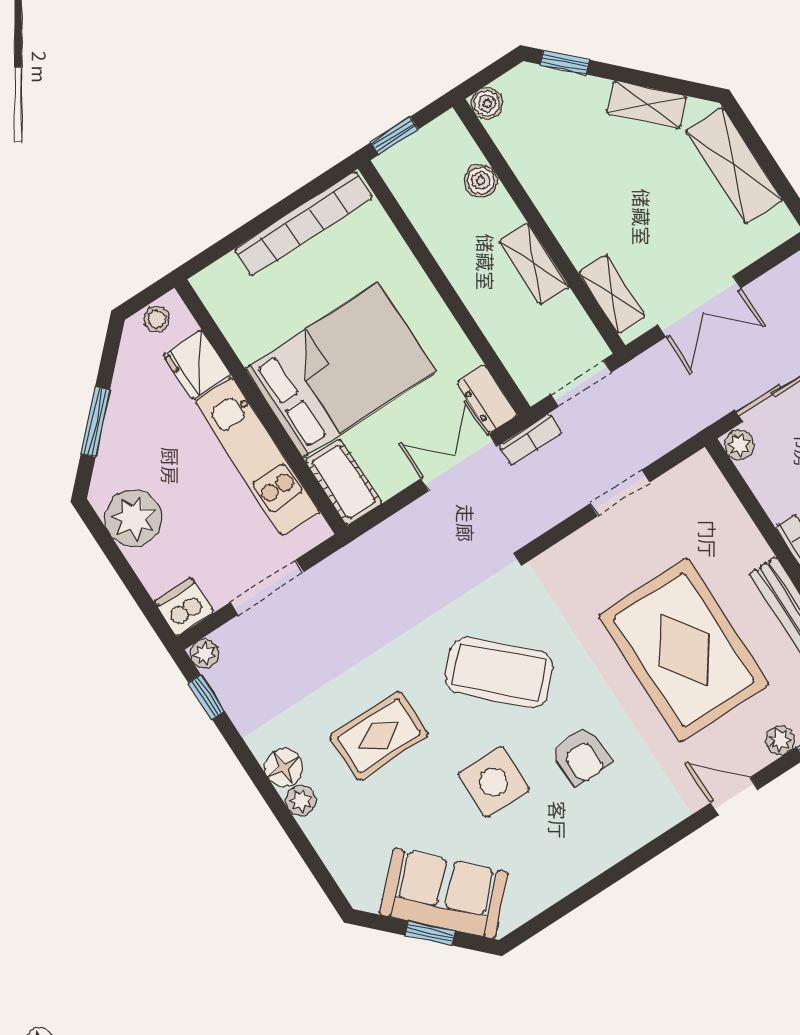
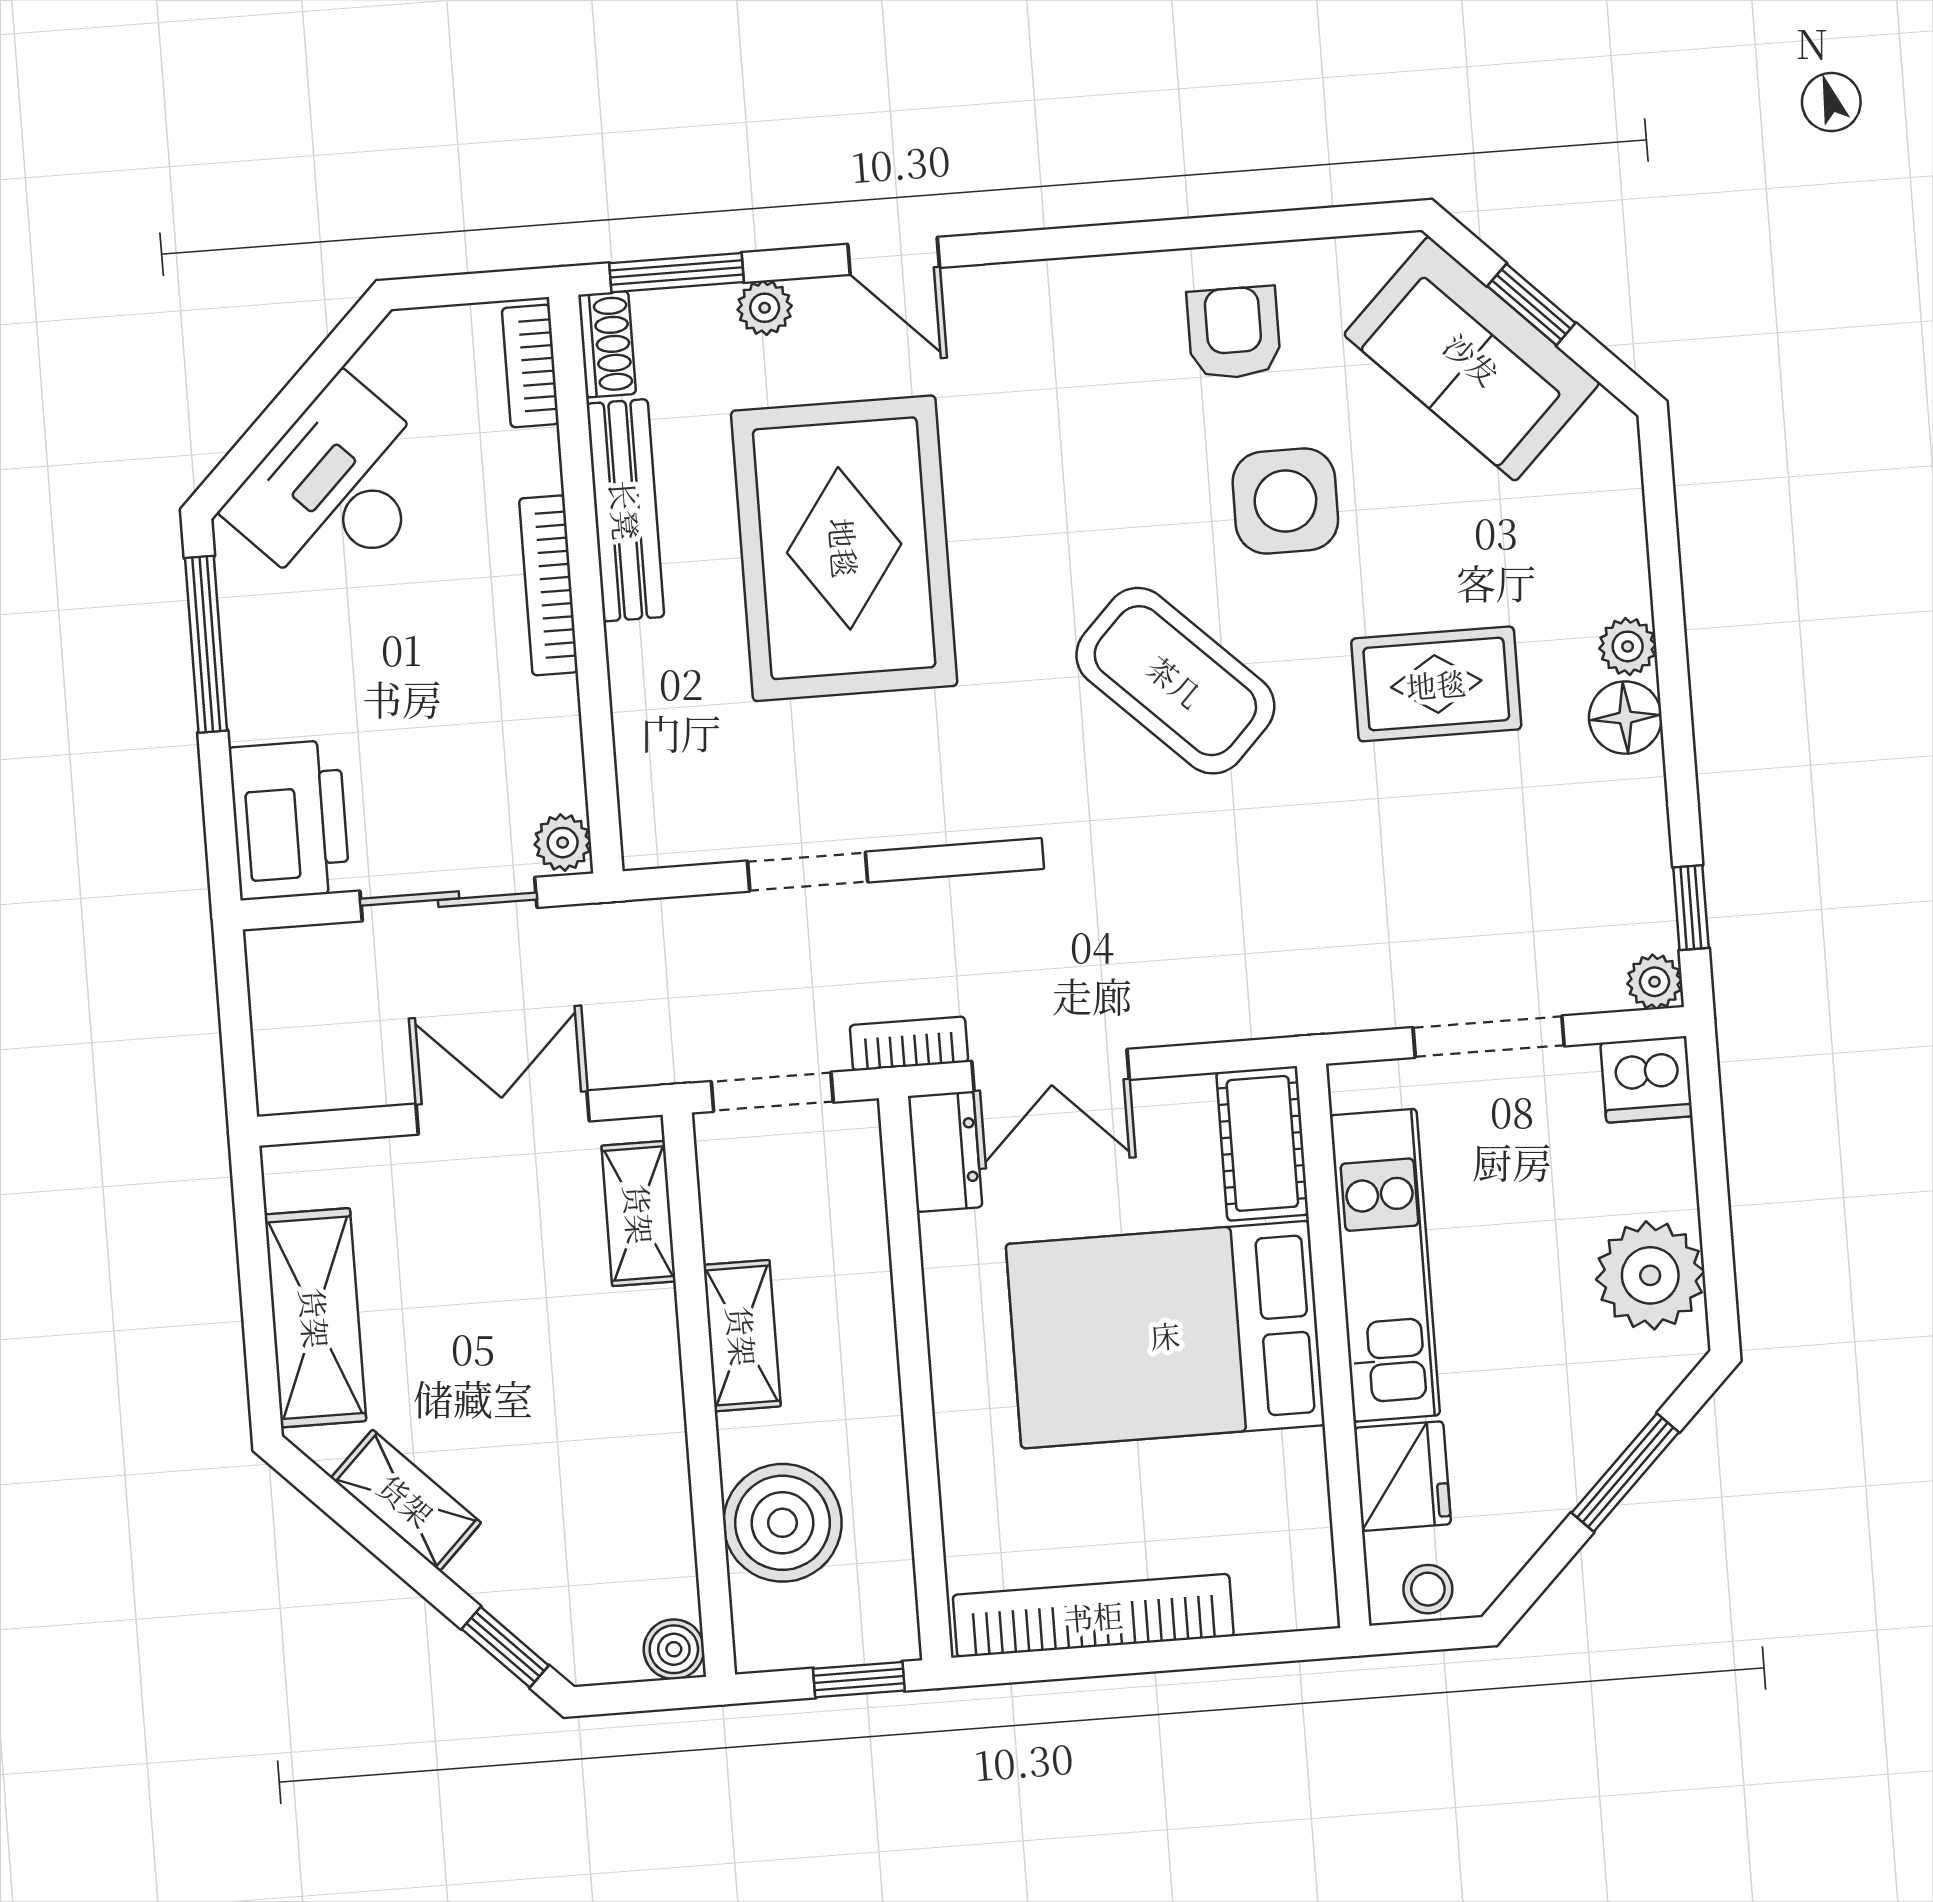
boiler: (481, 181) -> (782, 1523), width x1.86, depth x1.86
armchair: (581, 756) -> (1234, 333), moved

